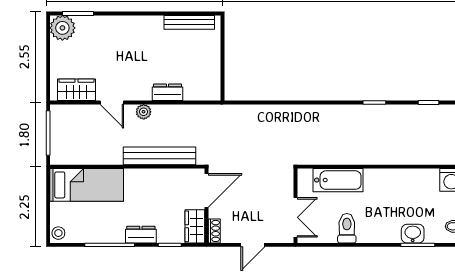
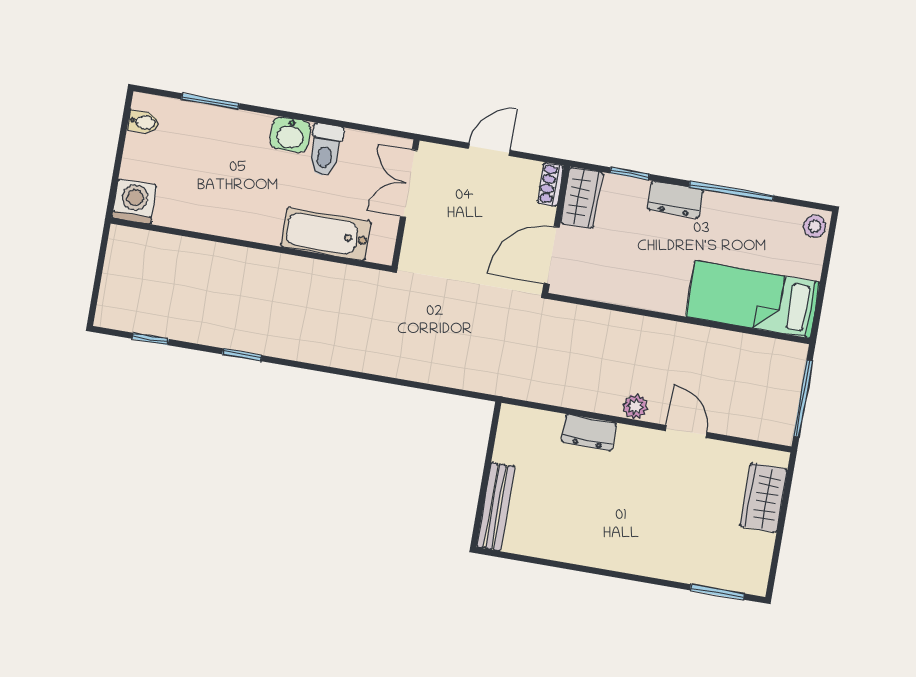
bench: (189, 22) -> (496, 507), moved, turned 90
plant: (62, 28) -> (748, 572), removed
wardrobe: (76, 90) -> (764, 498), moved, turned 90
bench: (160, 156) -> (621, 327), removed
washbasin: (413, 234) -> (290, 135), moved

